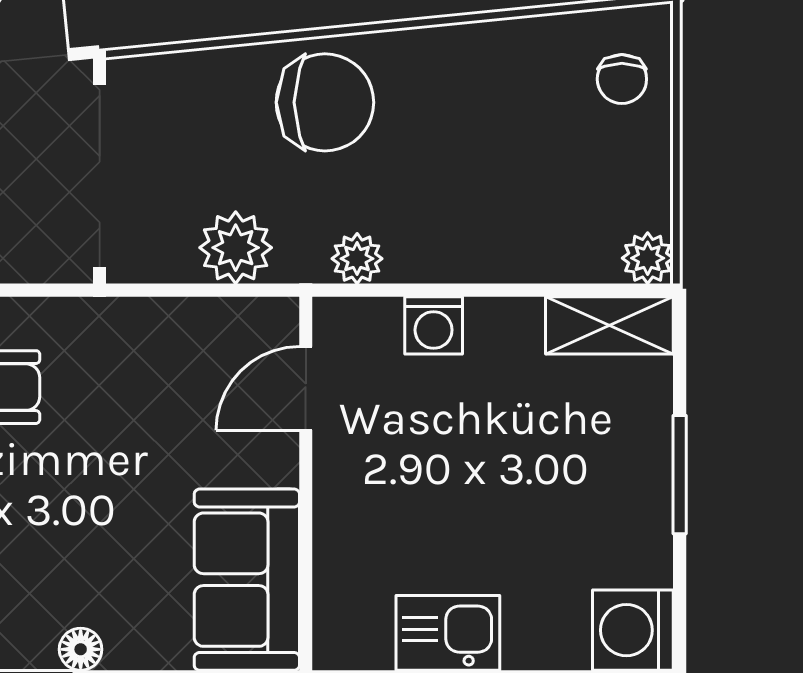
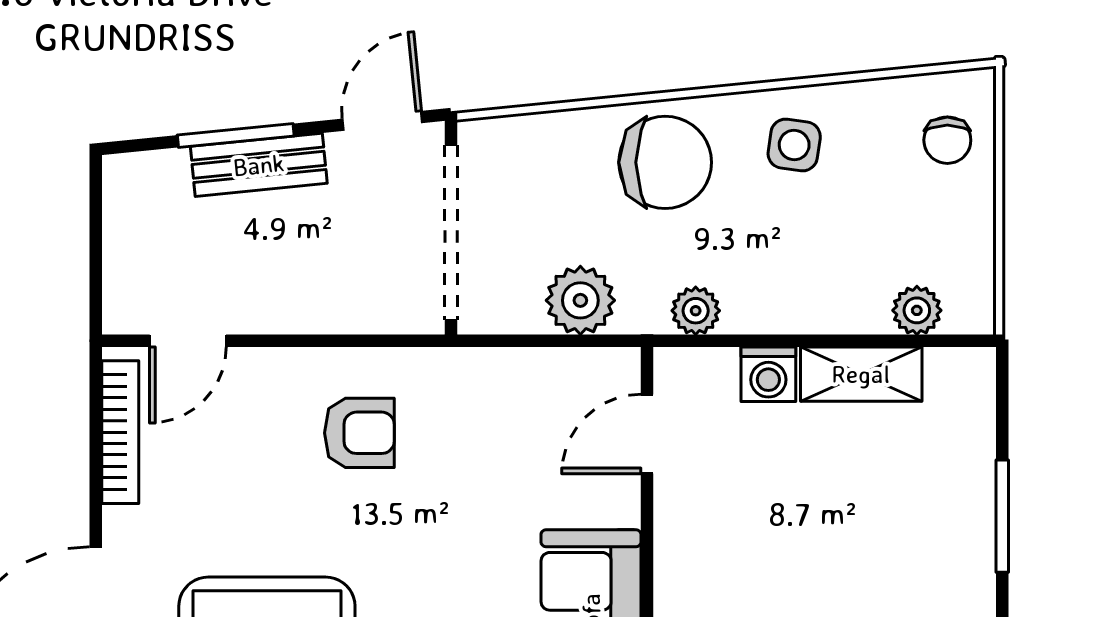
side table: (461, 84) -> (794, 145), added
plant: (648, 258) -> (917, 310), moved
shelving: (609, 325) -> (861, 374), moved

